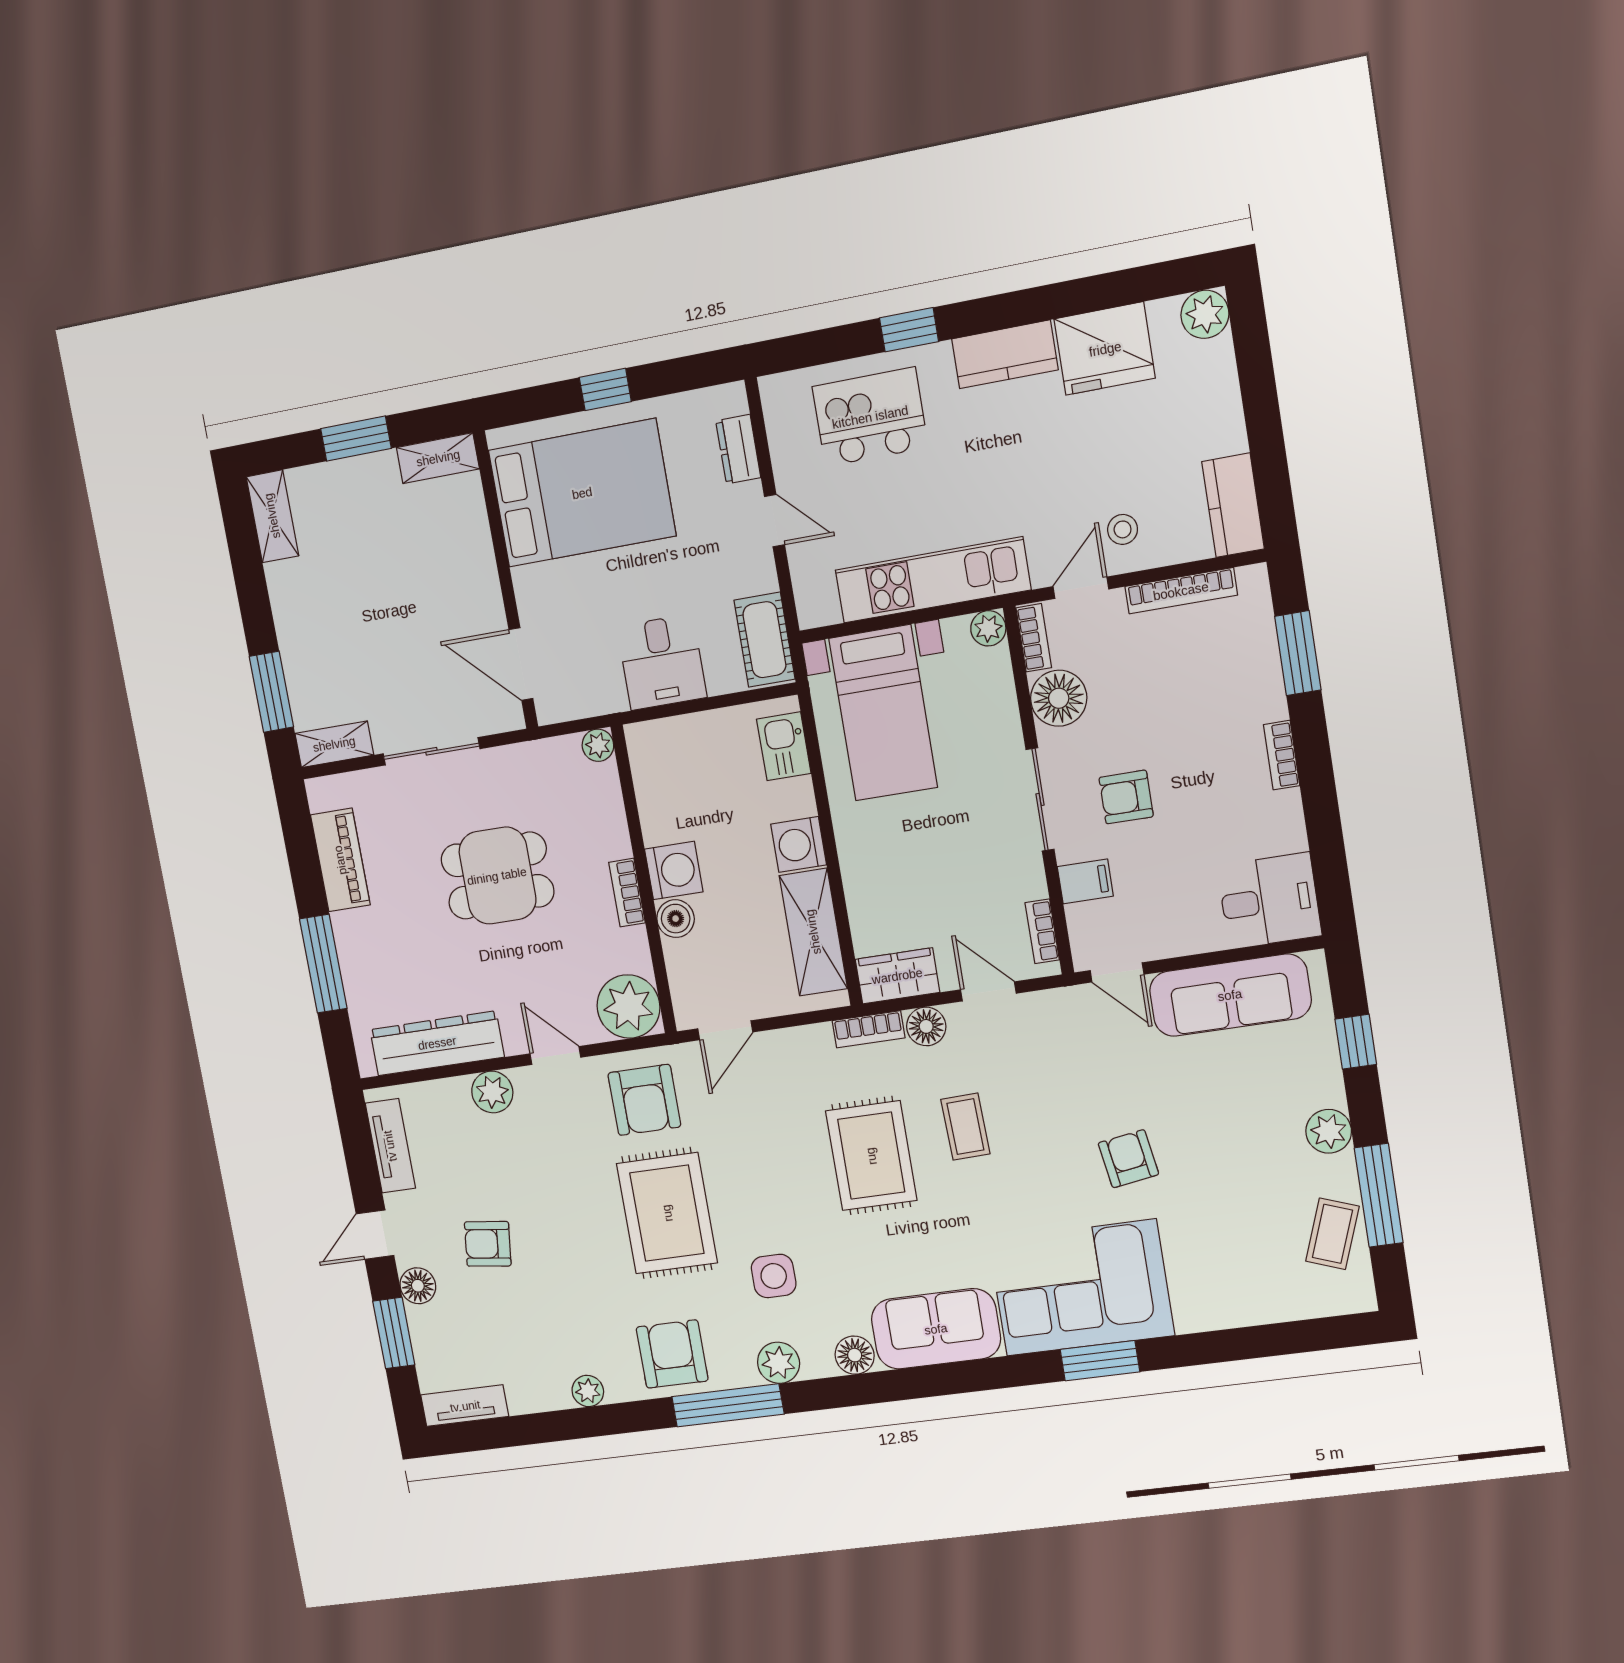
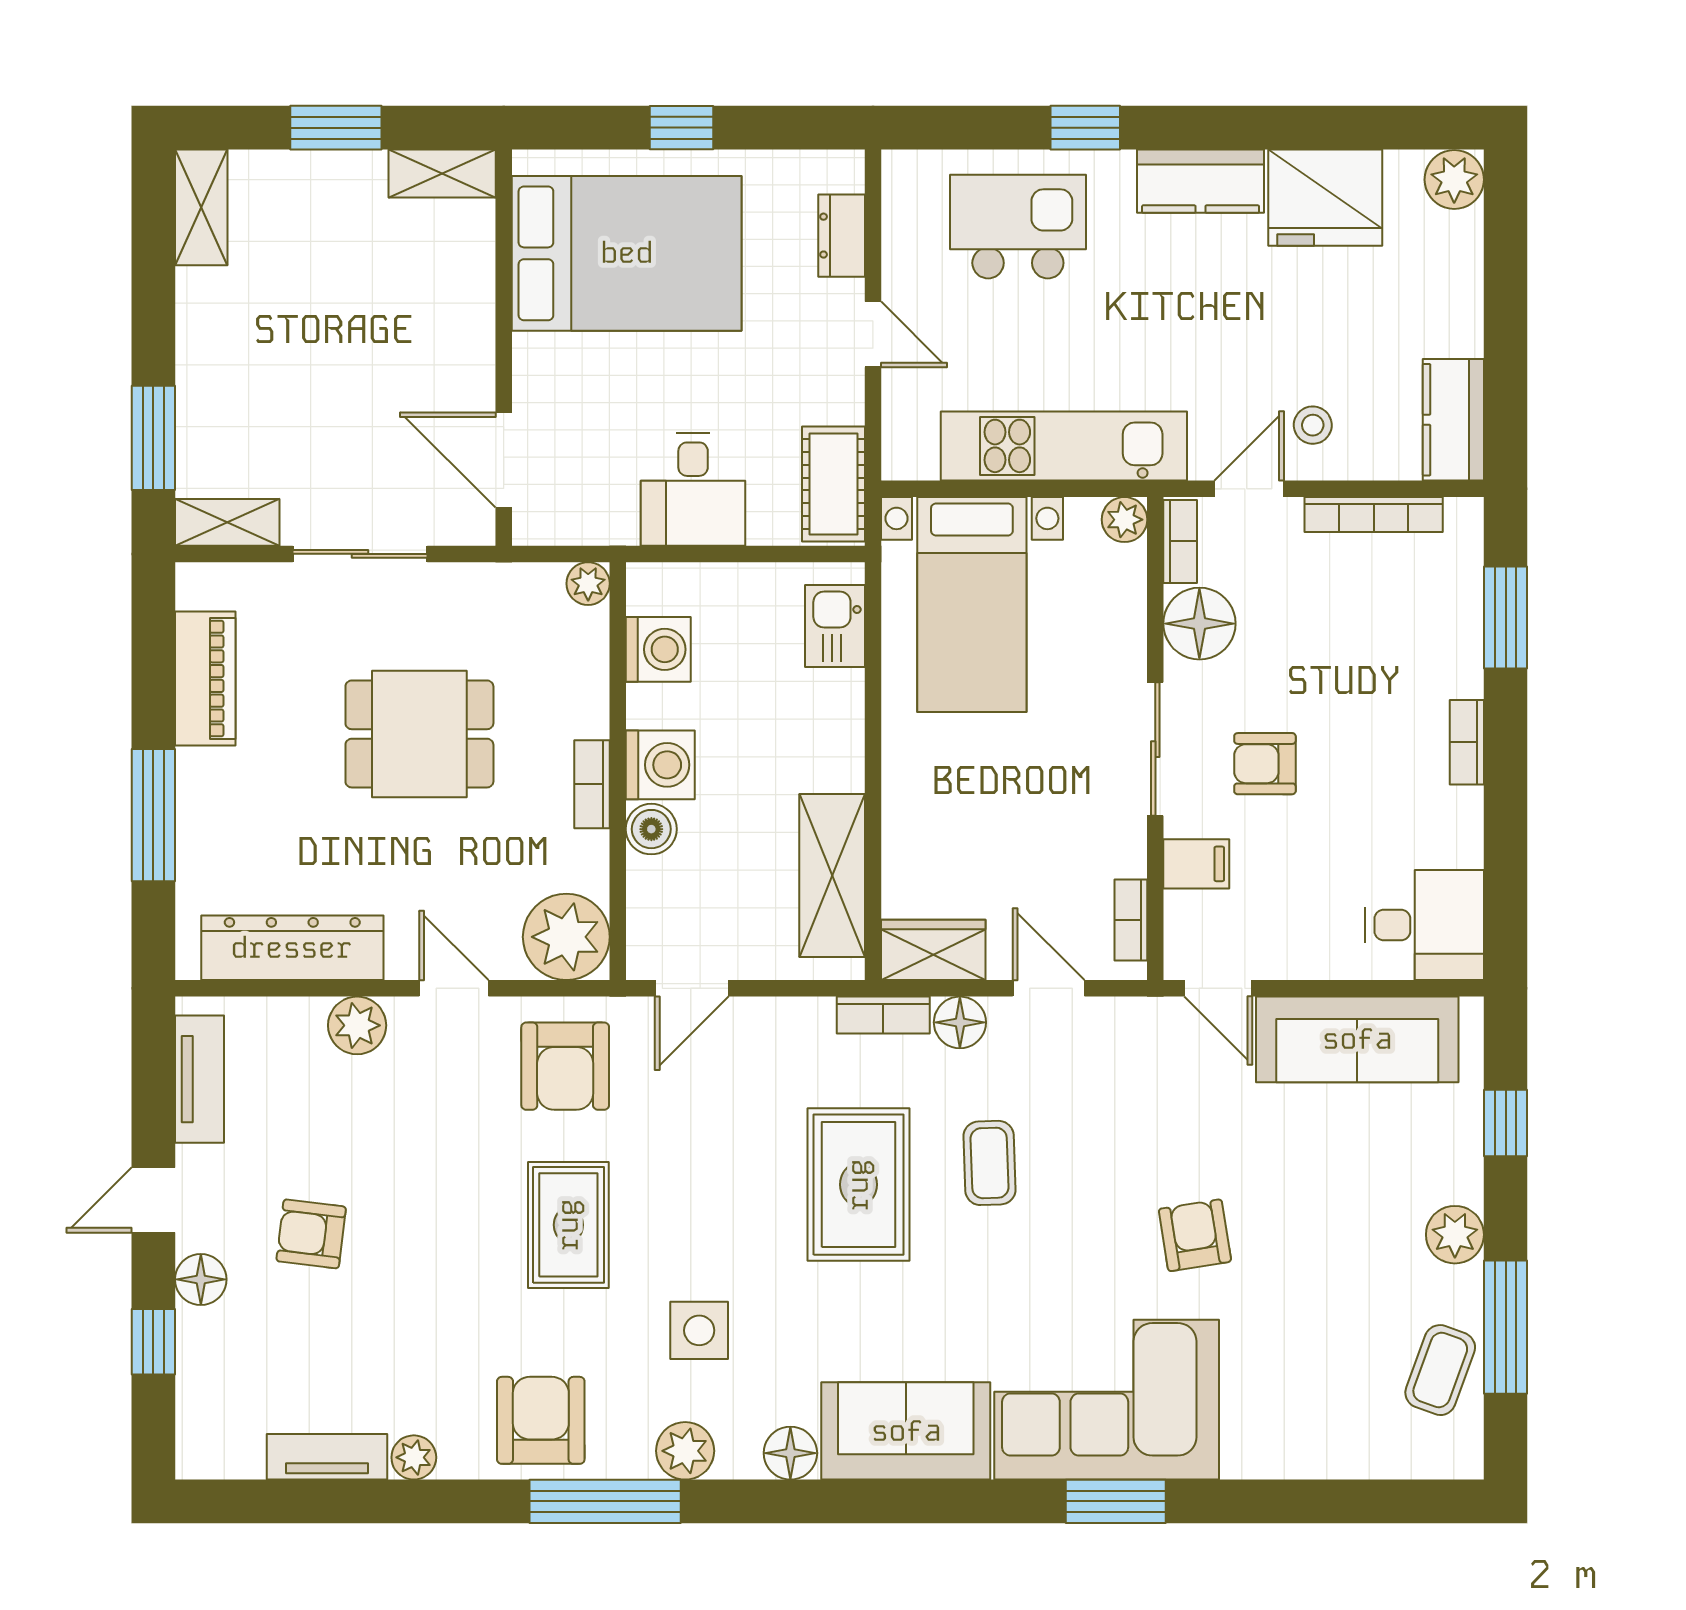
washing machine: (799, 844) -> (658, 649), moved, turned 180
rug: (667, 1213) -> (568, 1225), width x0.73, depth x0.70
window: (394, 1333) -> (153, 1342), width x0.67
tv unit: (465, 1406) -> (327, 1457), moved

